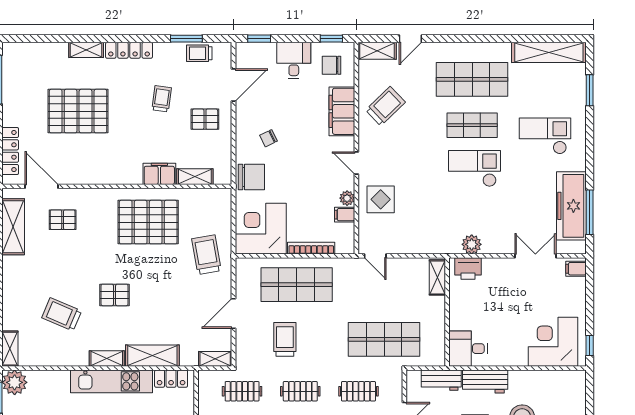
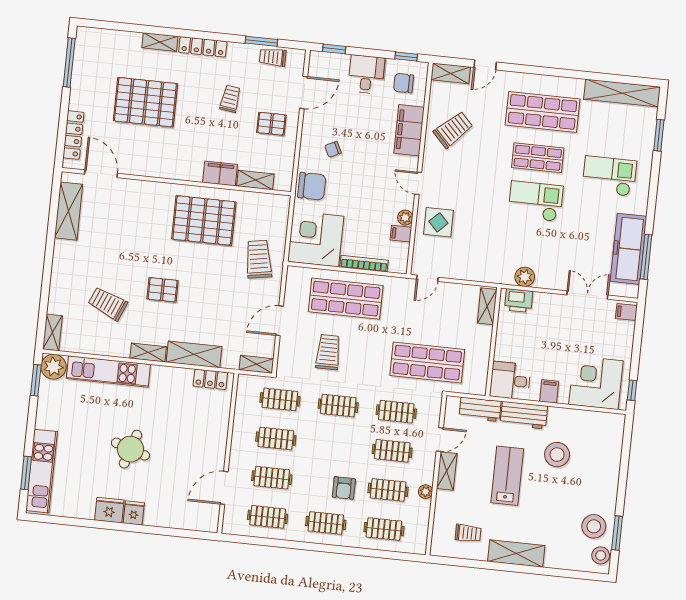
pallet: (63, 220) -> (119, 209), removed
door: (375, 256) -> (427, 278), hinge flipped
filing cabinet: (508, 355) -> (549, 391), added
kitchen unit: (112, 381) -> (108, 371), moved

